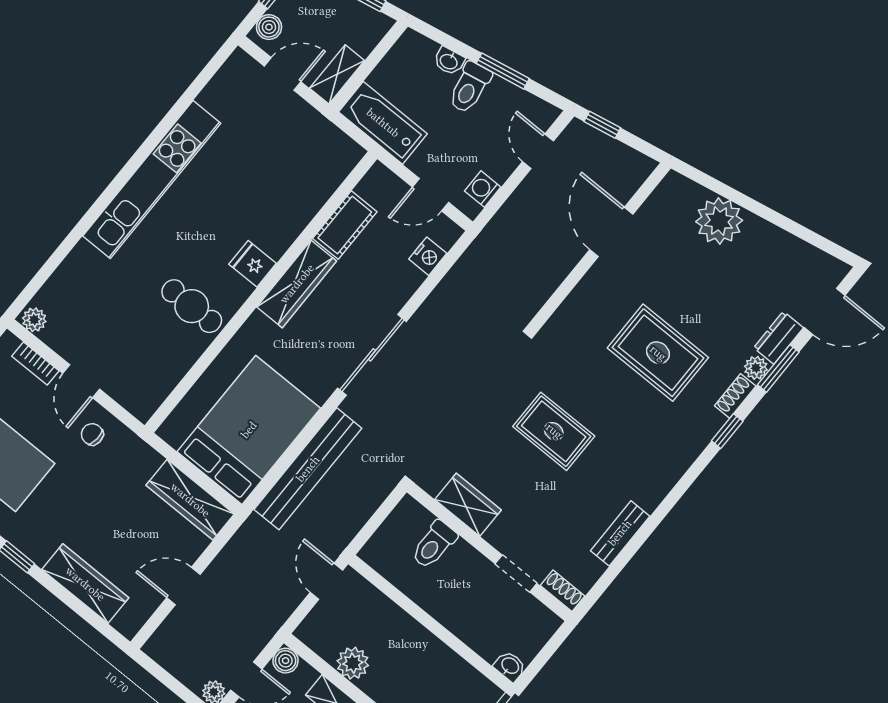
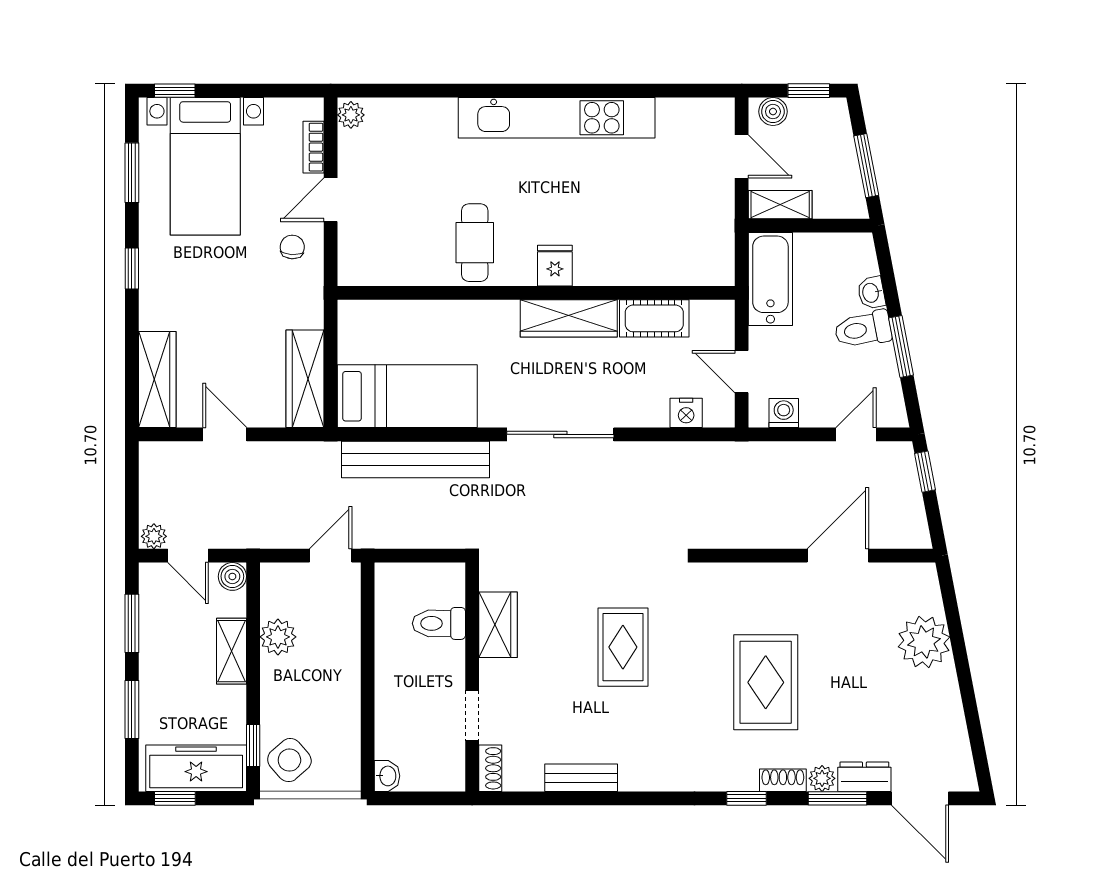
bed: (249, 430) -> (407, 396), width x0.67
wardrobe: (85, 584) -> (157, 380), moved

